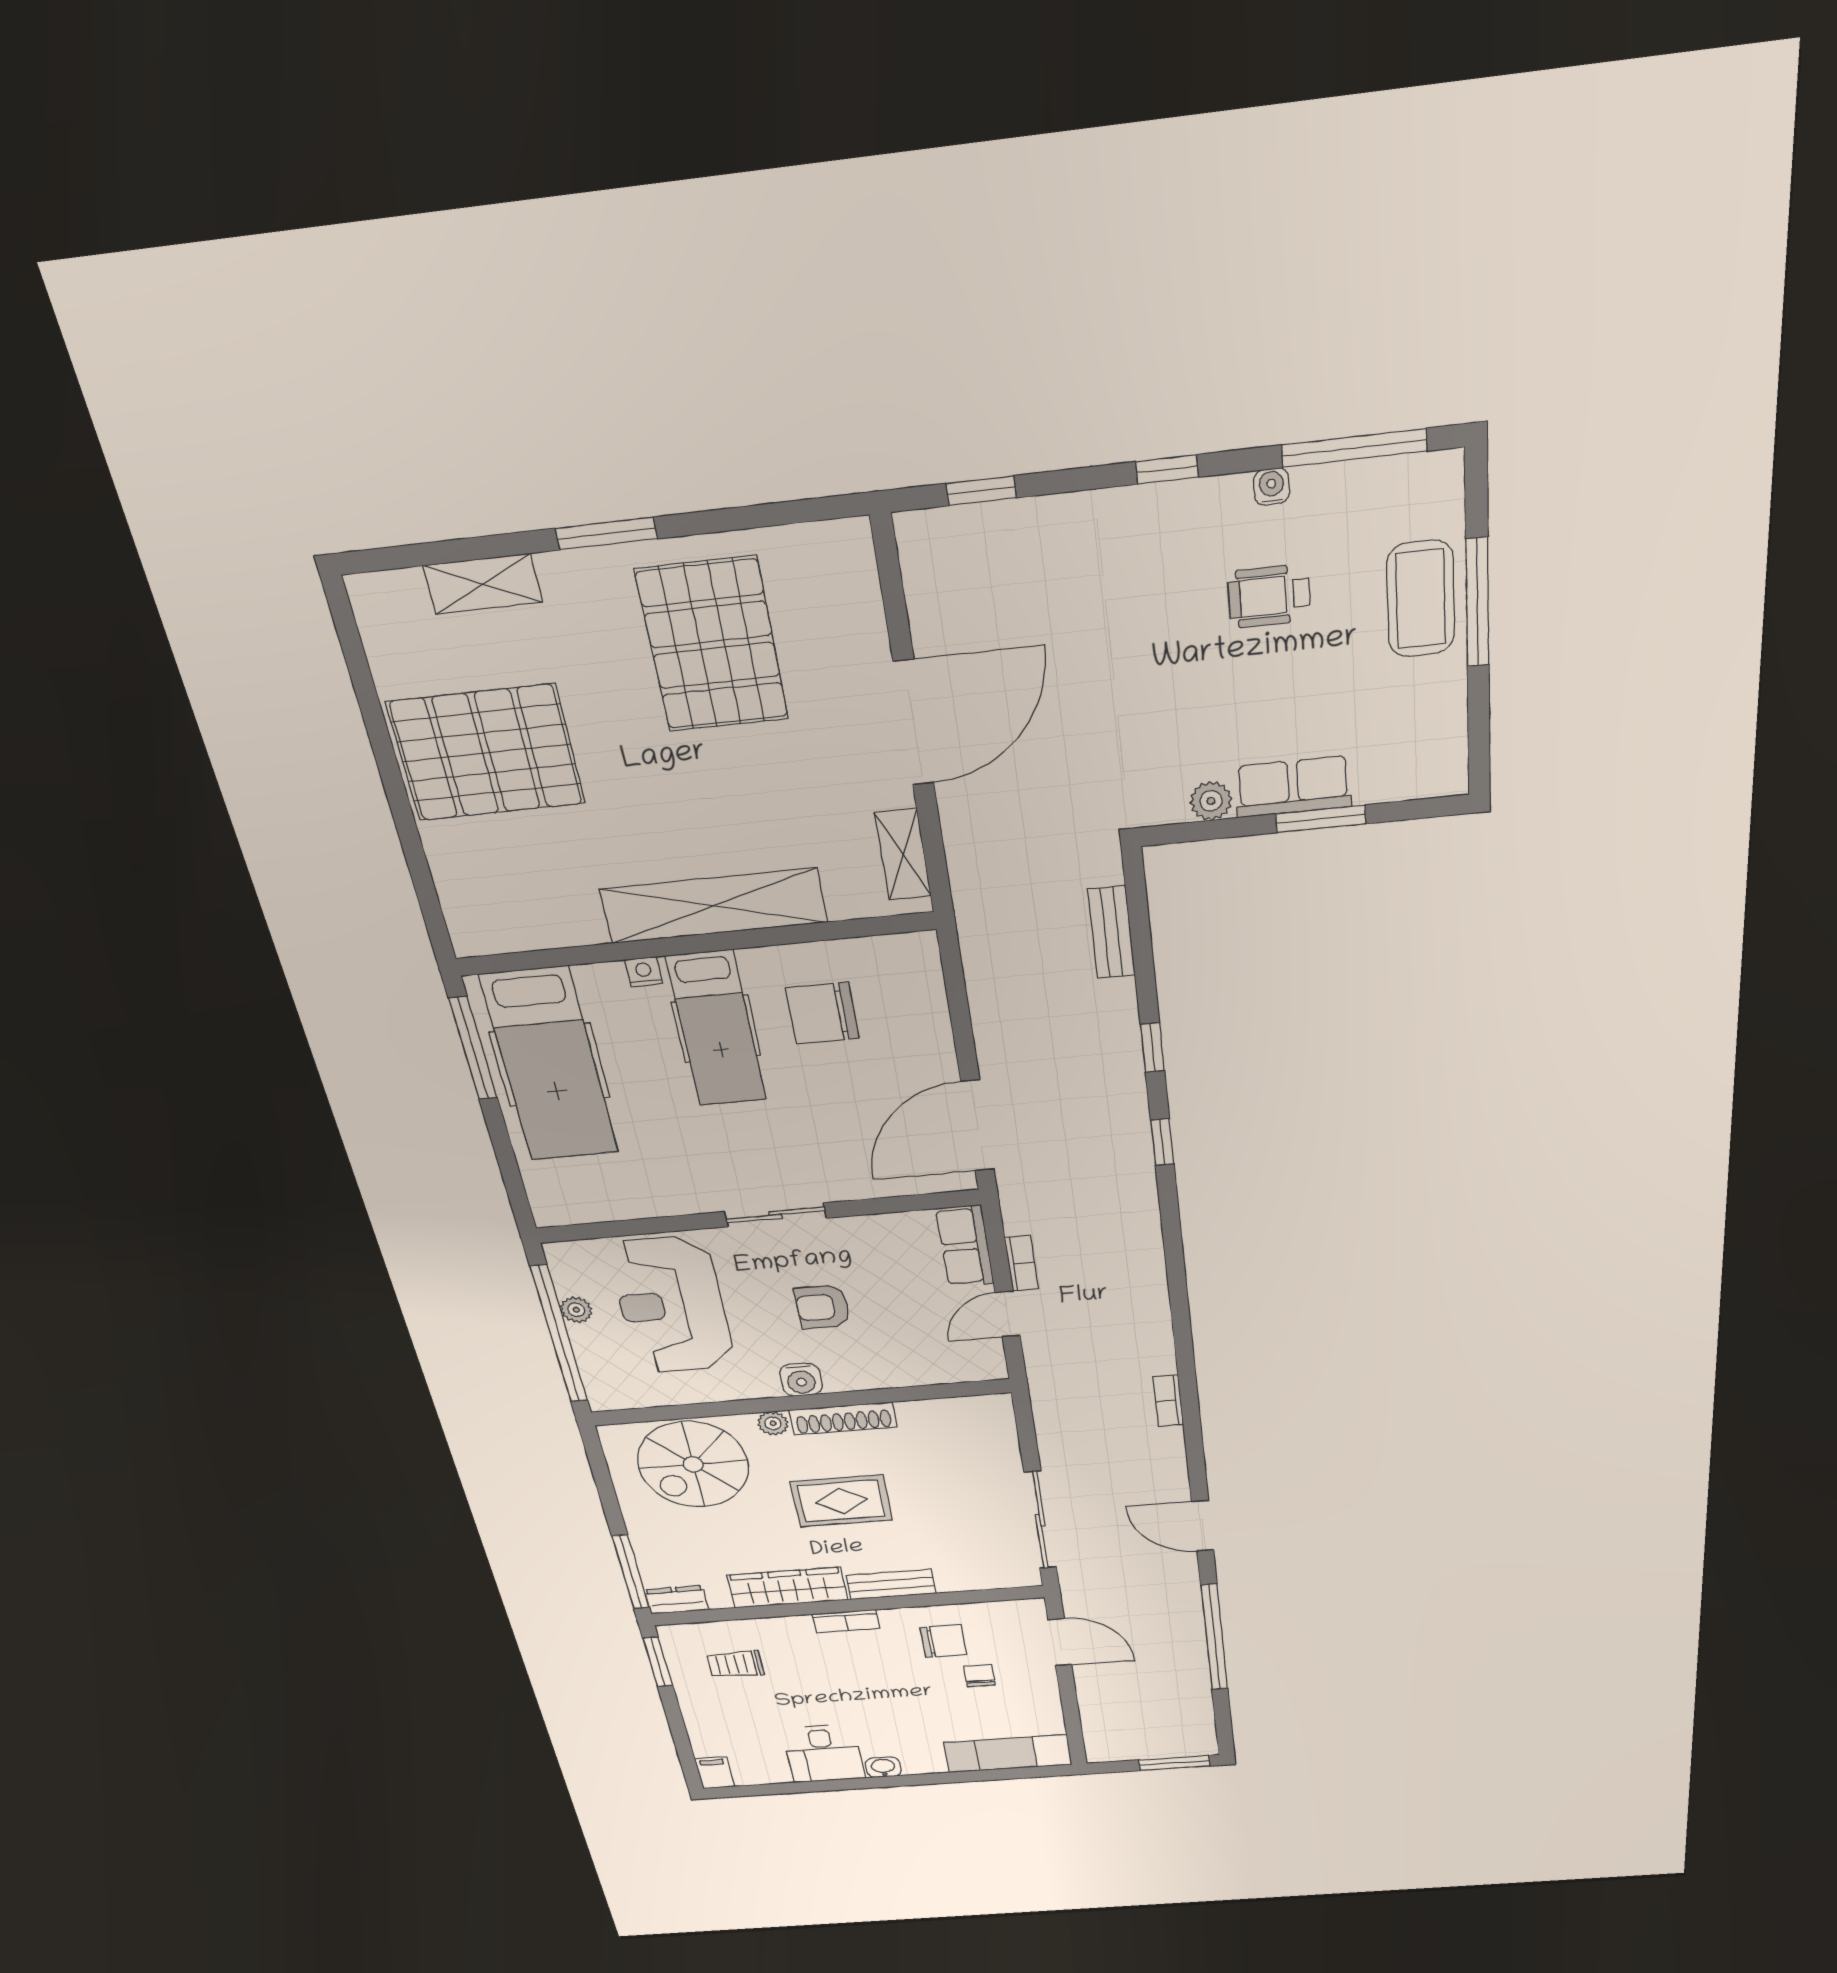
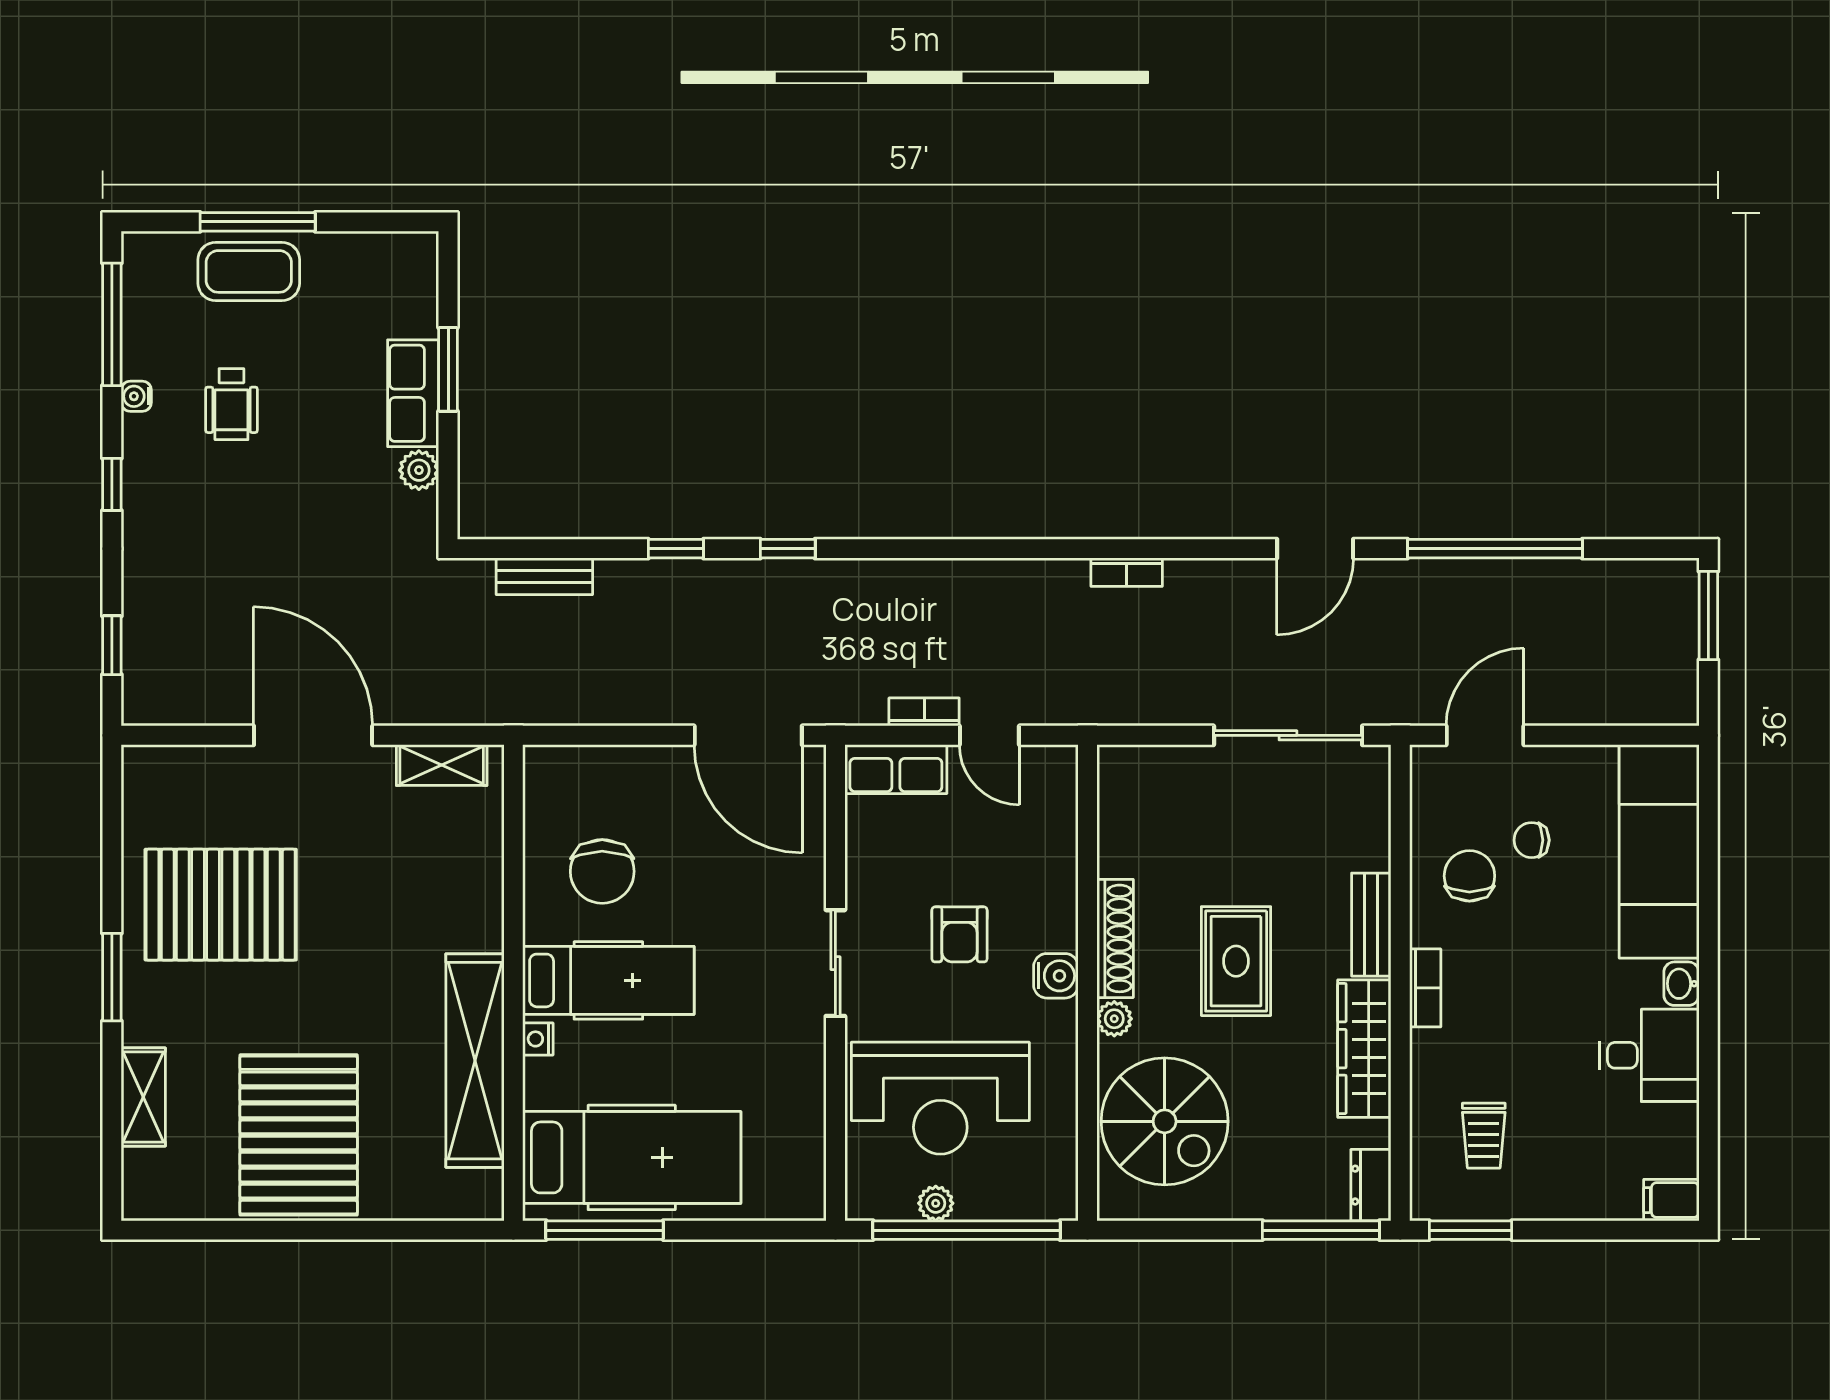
shelving: (714, 906) -> (475, 1061), moved
exam couch: (1008, 1754) -> (1659, 851), width x1.36, depth x1.45

